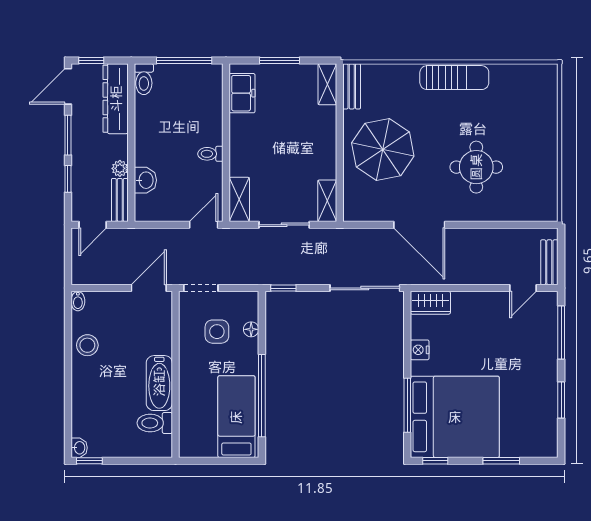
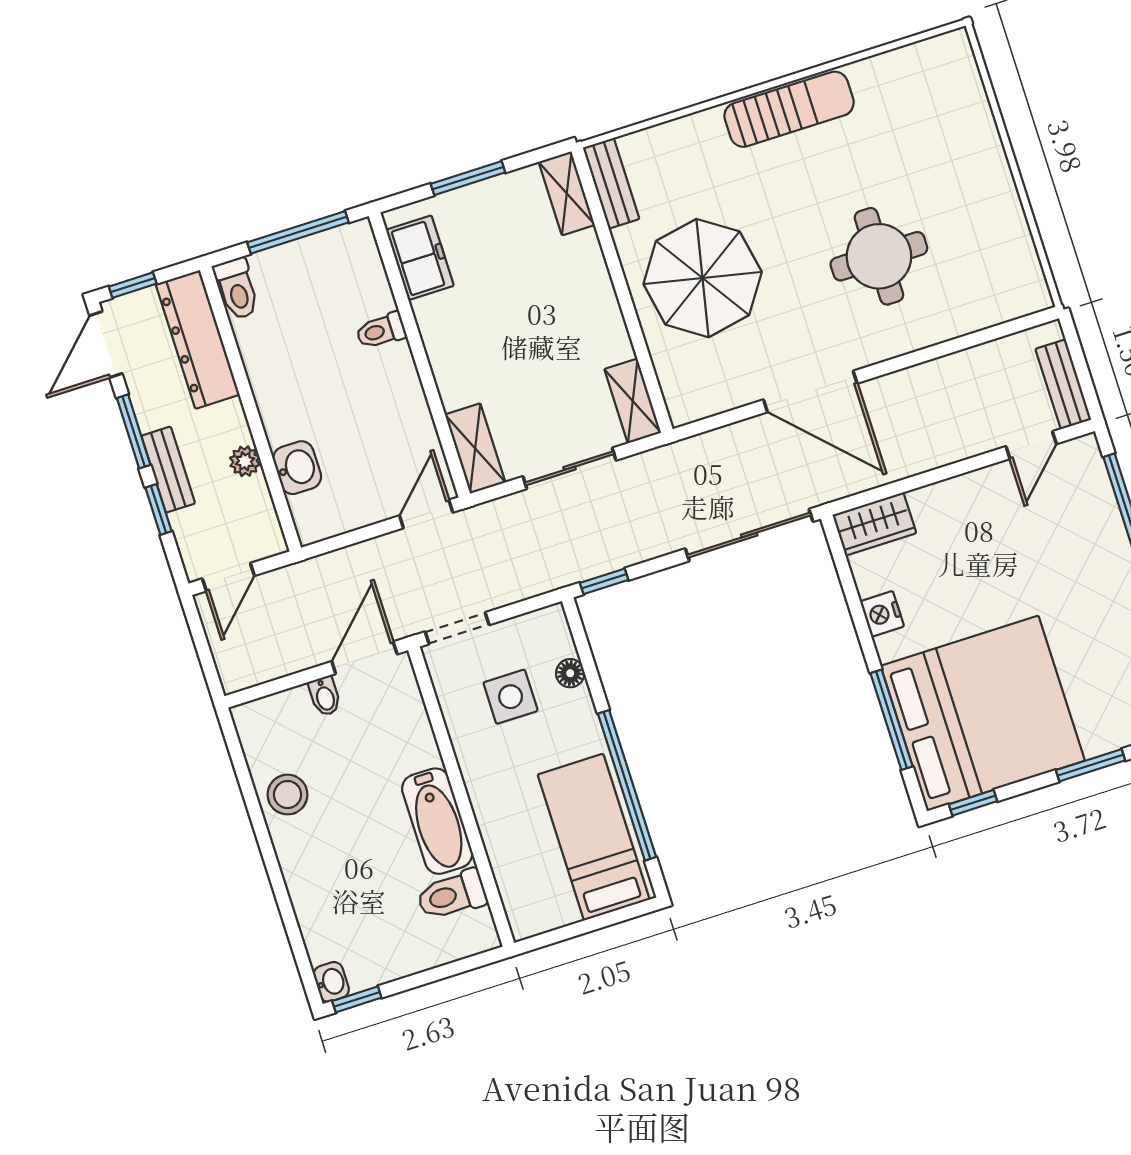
toilet: (210, 154) -> (381, 331), moved
bench: (120, 200) -> (168, 470), moved
bidet: (78, 301) -> (325, 696), moved

